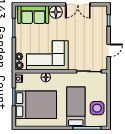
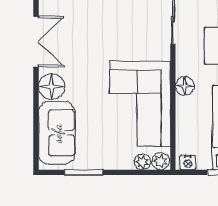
floor lamp: (46, 77) -> (185, 86), moved

